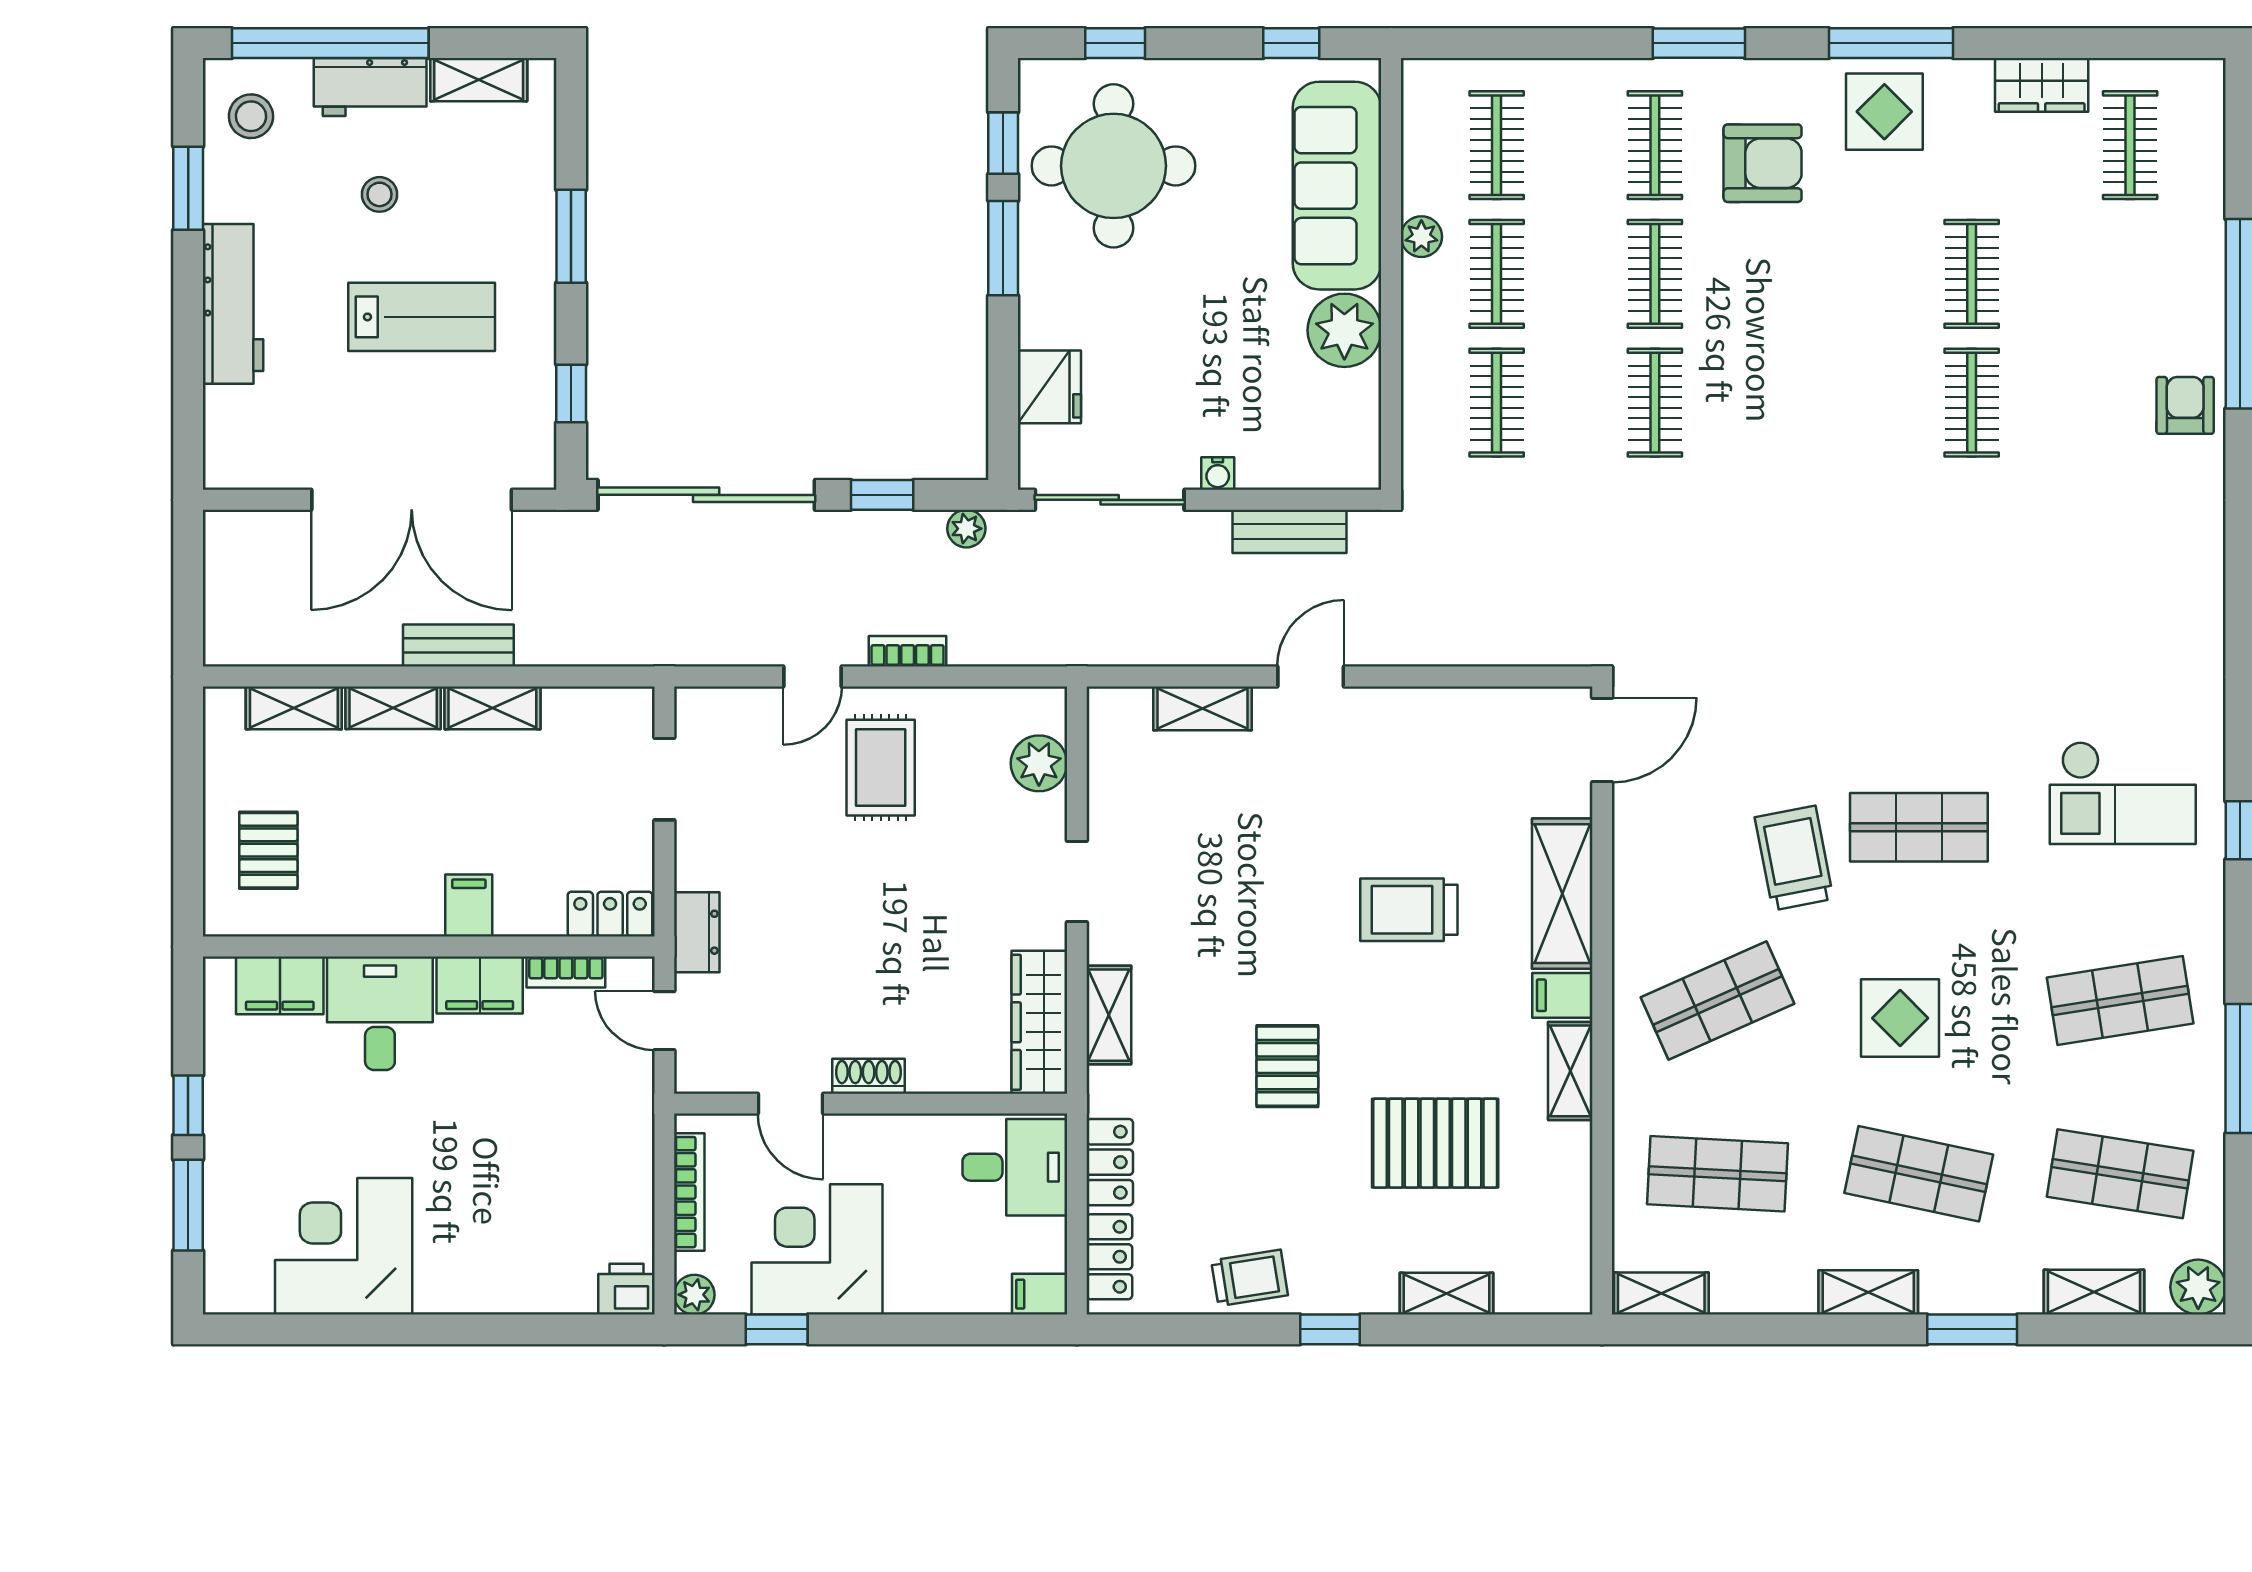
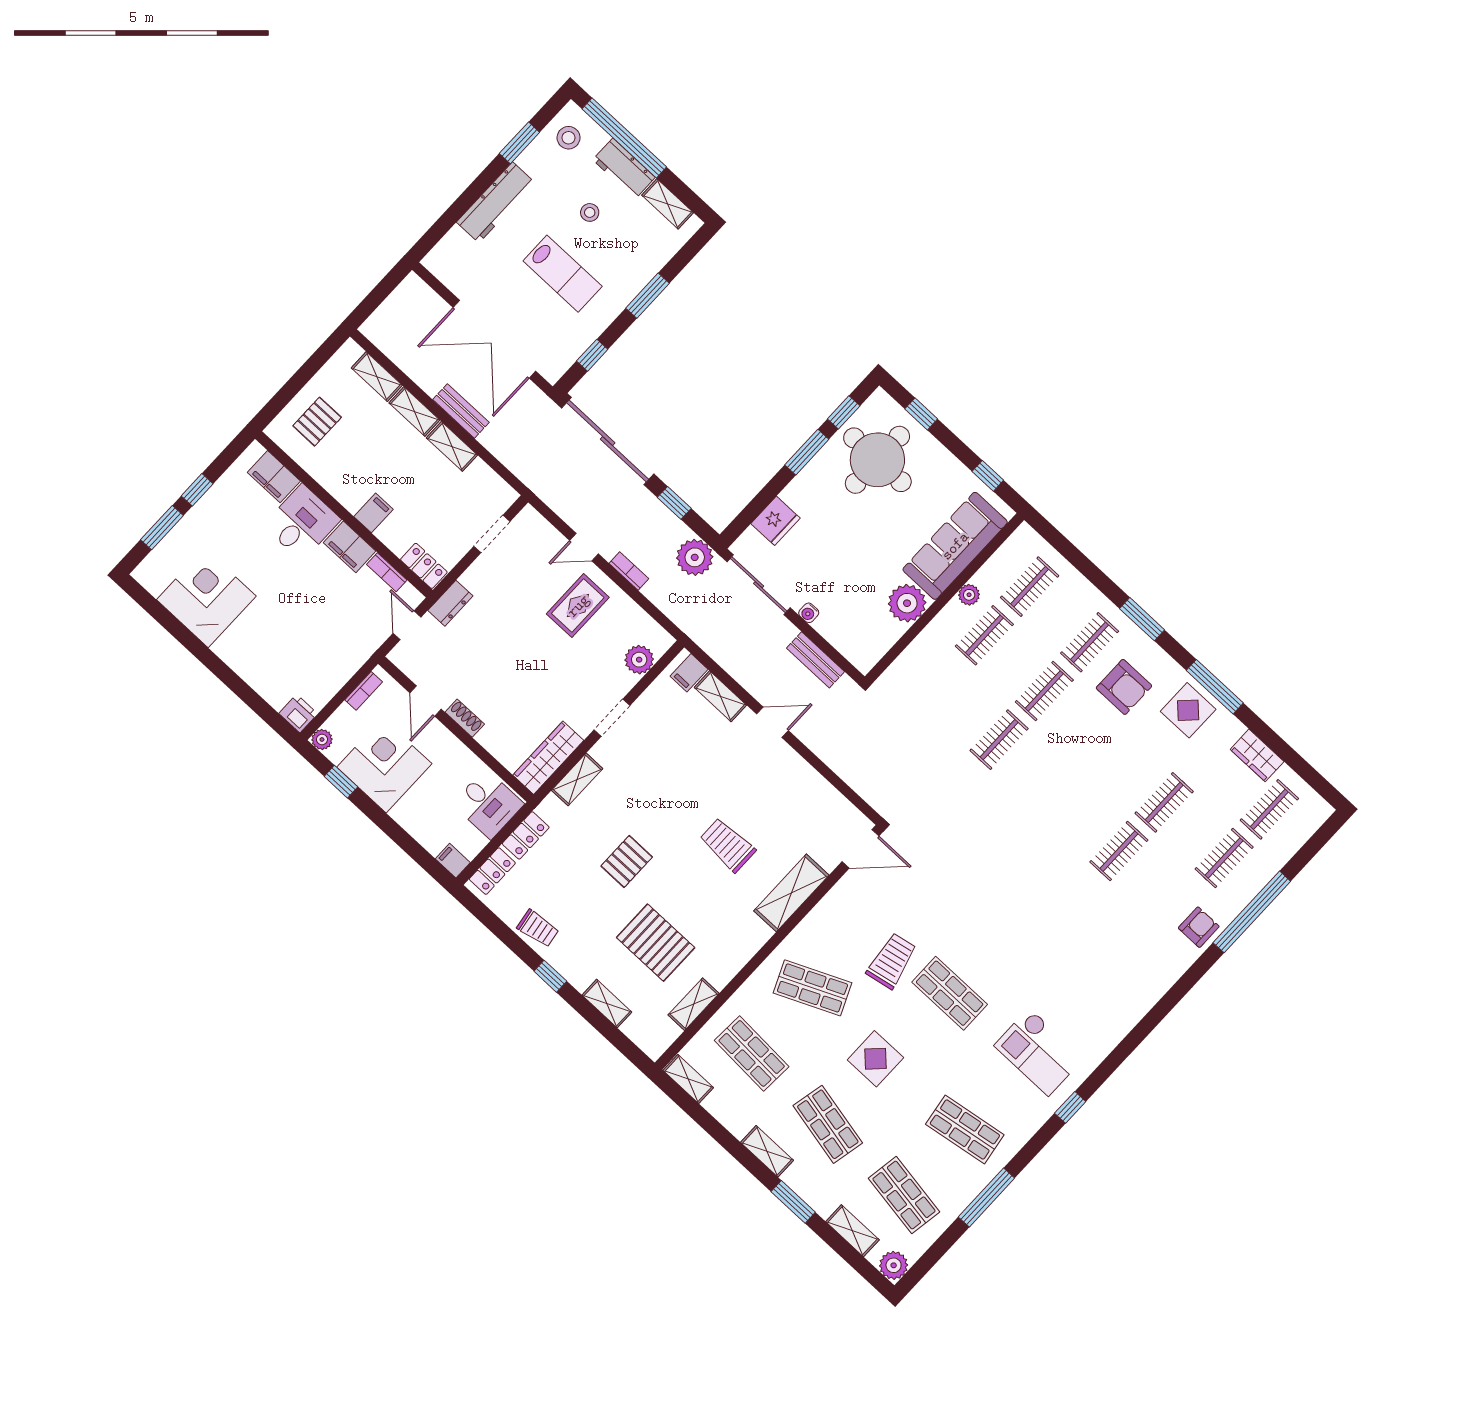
clothes rail: (1497, 403) -> (1224, 858), moved
plant: (966, 529) -> (695, 557), width x1.88, depth x1.88
filing cabinet: (1562, 995) -> (689, 673), moved, turned -90
shelving: (1570, 1071) -> (694, 1004), moved
bookcase: (689, 1192) -> (364, 691), width x0.64

